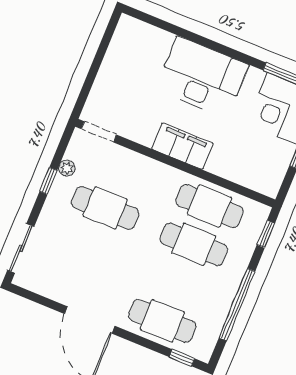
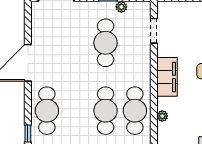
doorway: (99, 132) -> (154, 31), moved
plant: (231, 173) -> (162, 116), added

